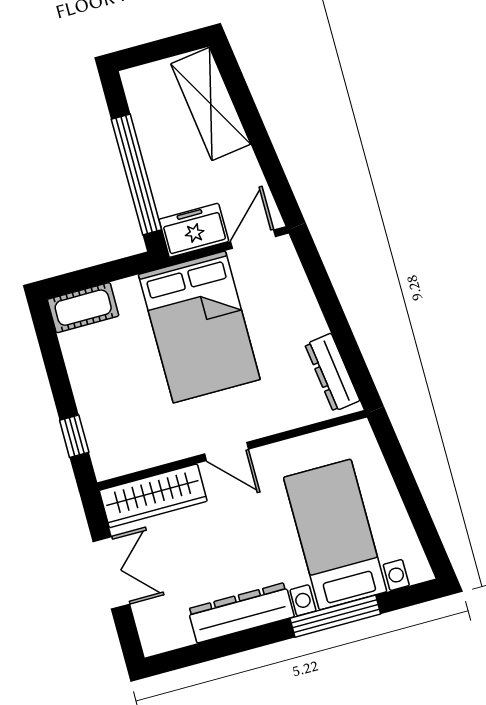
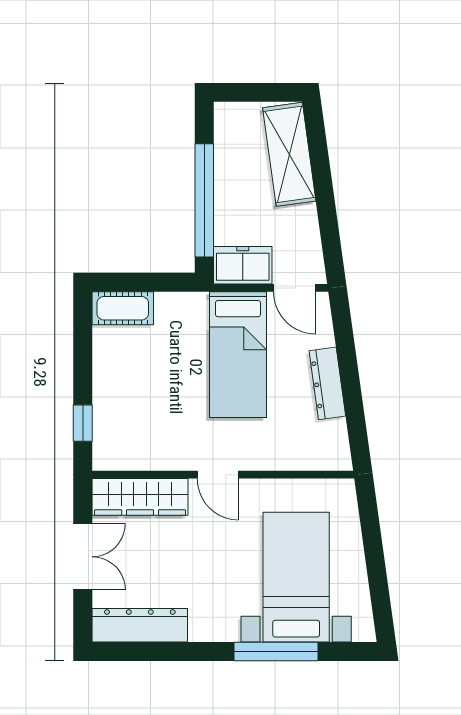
door: (253, 239) -> (295, 288), swing flipped
bed: (199, 327) -> (238, 355), width x0.67
dresser: (332, 372) -> (327, 383), moved
dresser: (241, 613) -> (140, 625), moved

